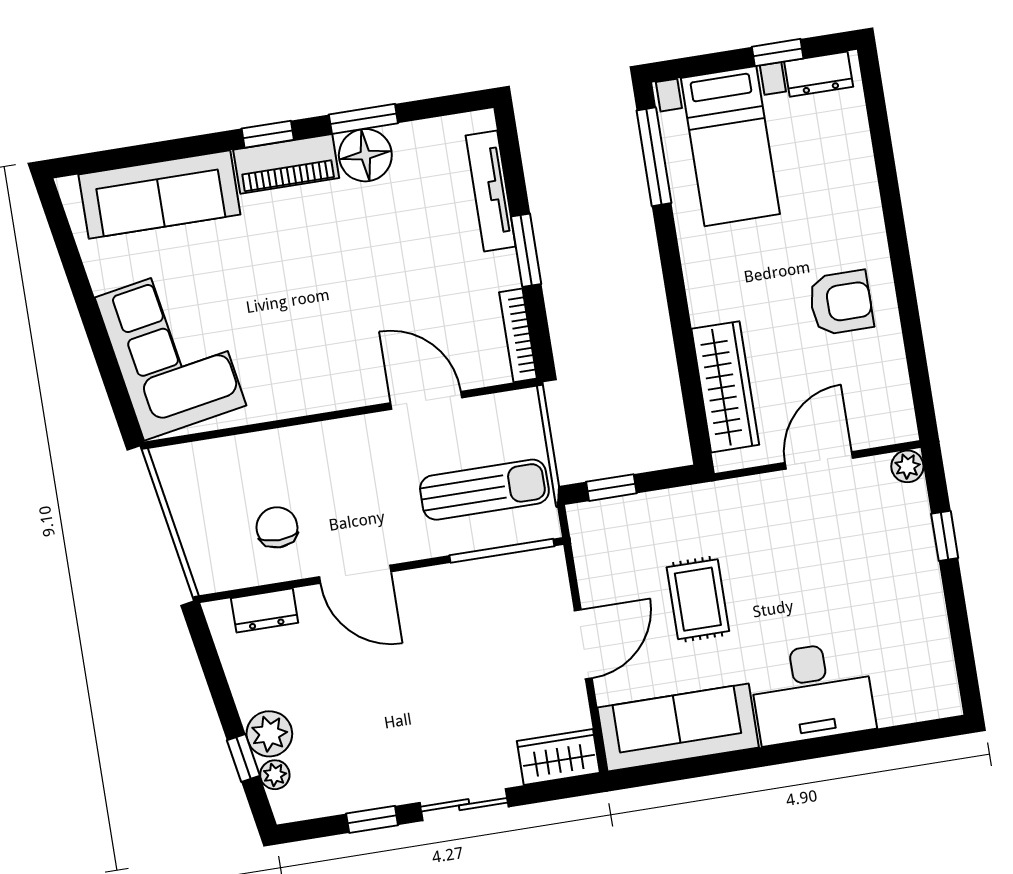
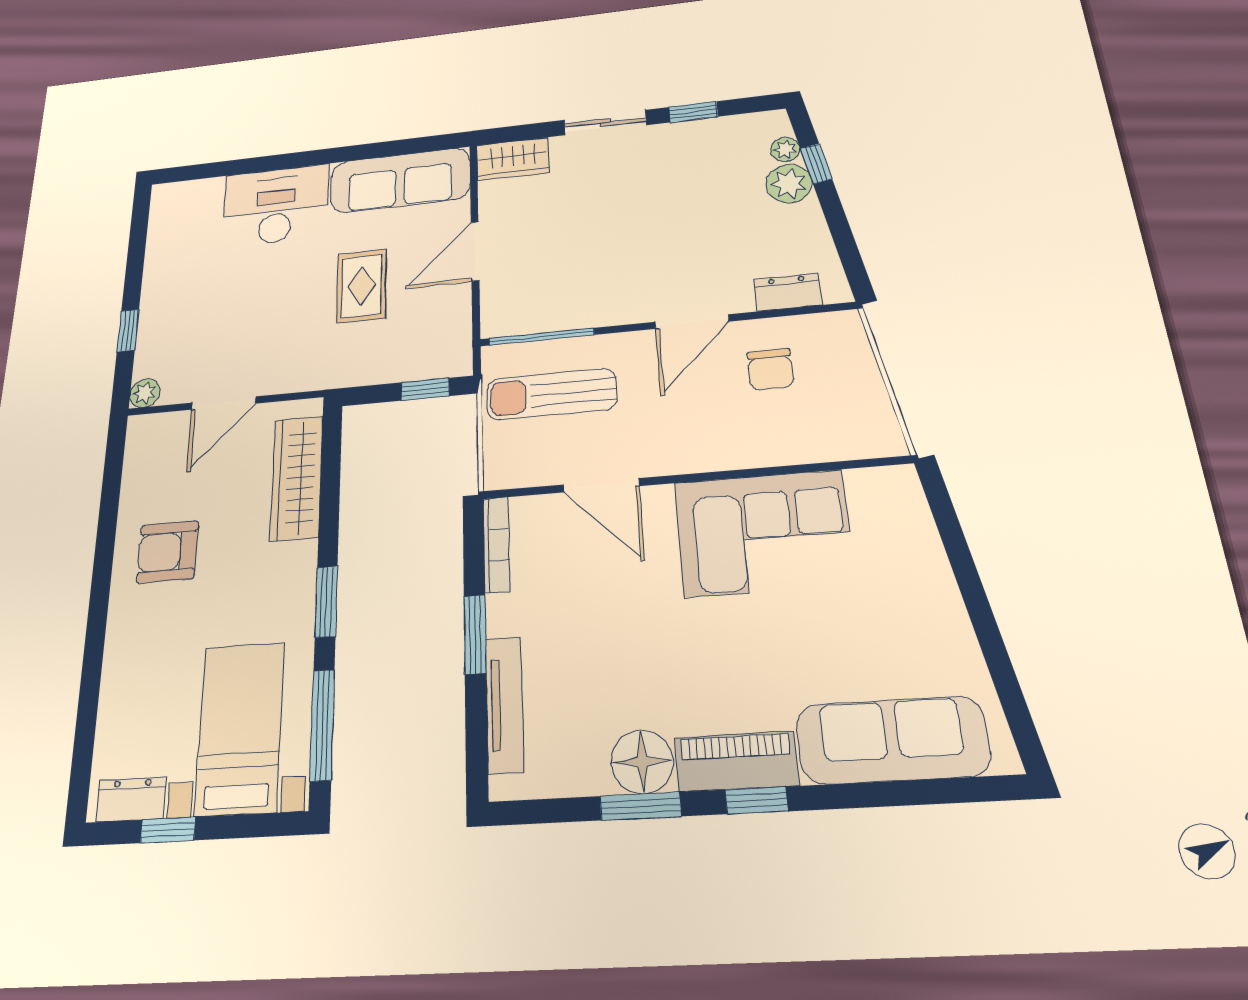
window: (672, 268) -> (326, 602), added
corner sofa: (171, 351) -> (763, 533), moved, turned -80
door: (355, 574) -> (692, 322), swing flipped

